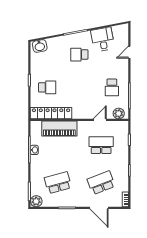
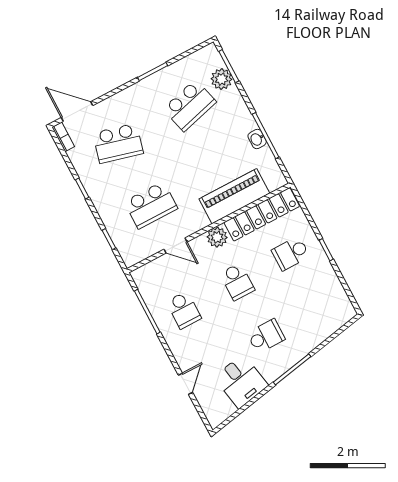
washbasin: (40, 46) -> (339, 315), removed
school desk: (79, 87) -> (237, 282), added
school desk: (112, 87) -> (184, 310), turned 180
plant: (119, 114) -> (217, 237), moved
door: (100, 120) -> (175, 246), hinge flipped
school desk: (101, 183) -> (118, 143), turned 36
plant: (36, 201) -> (222, 79), moved
door: (99, 208) -> (77, 112), moved

